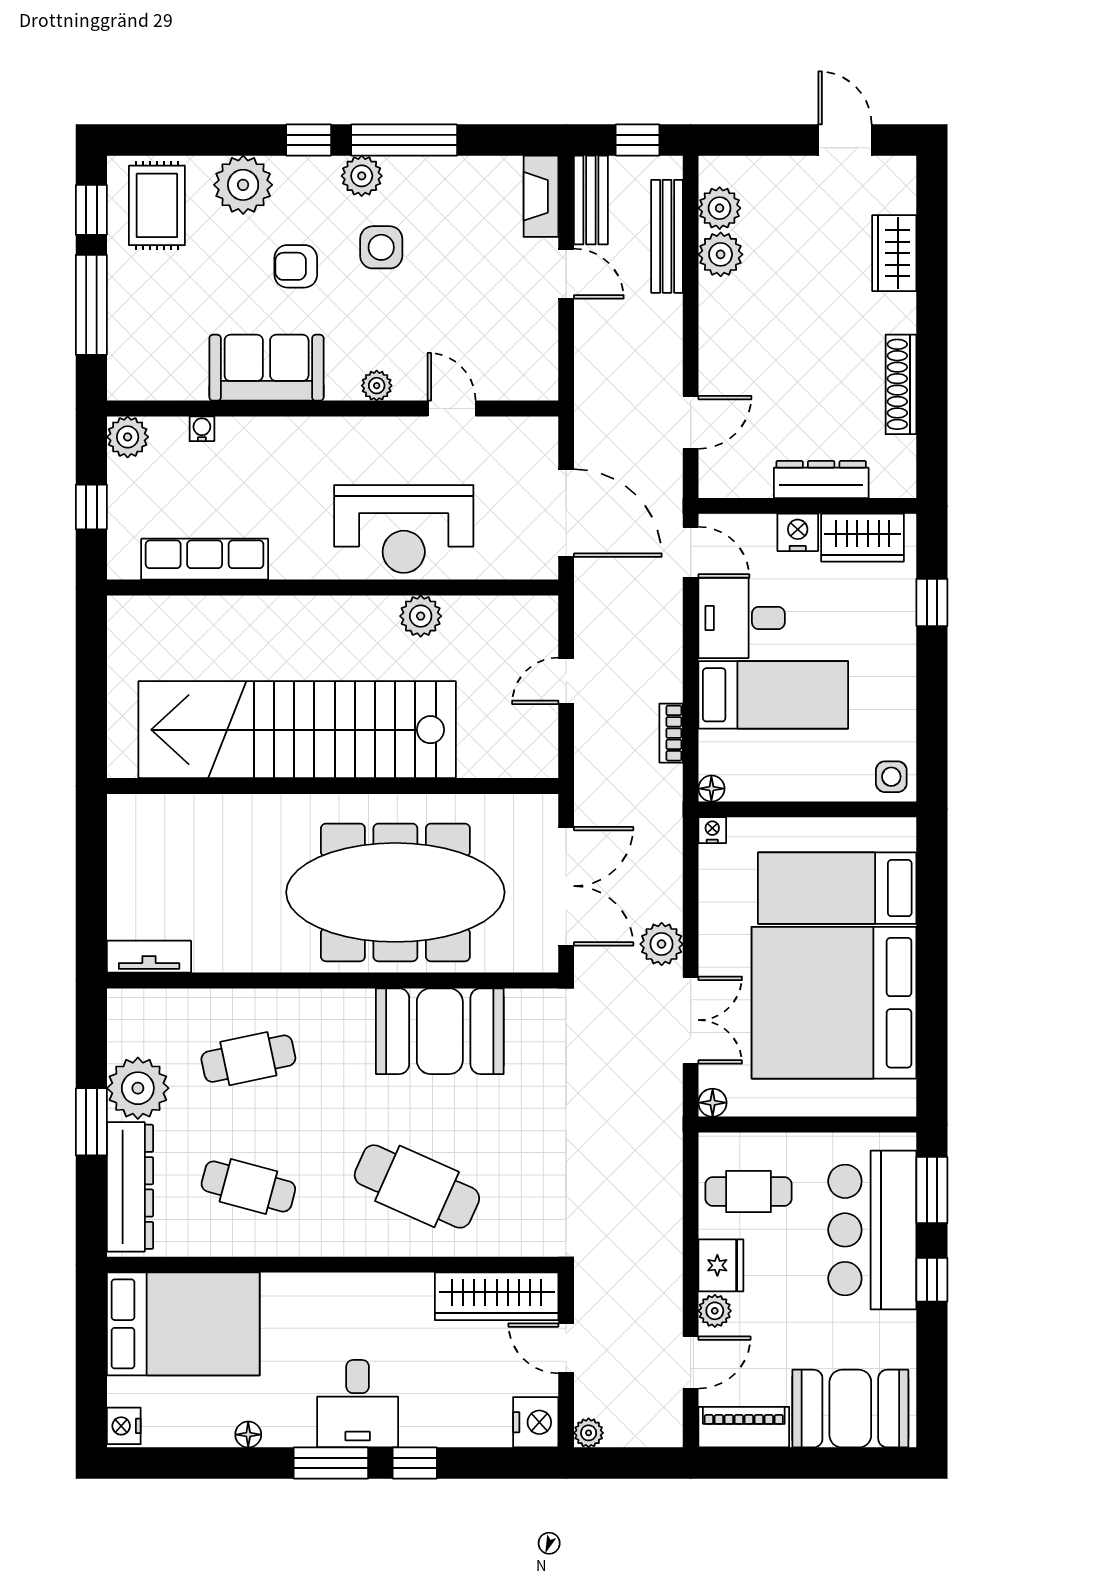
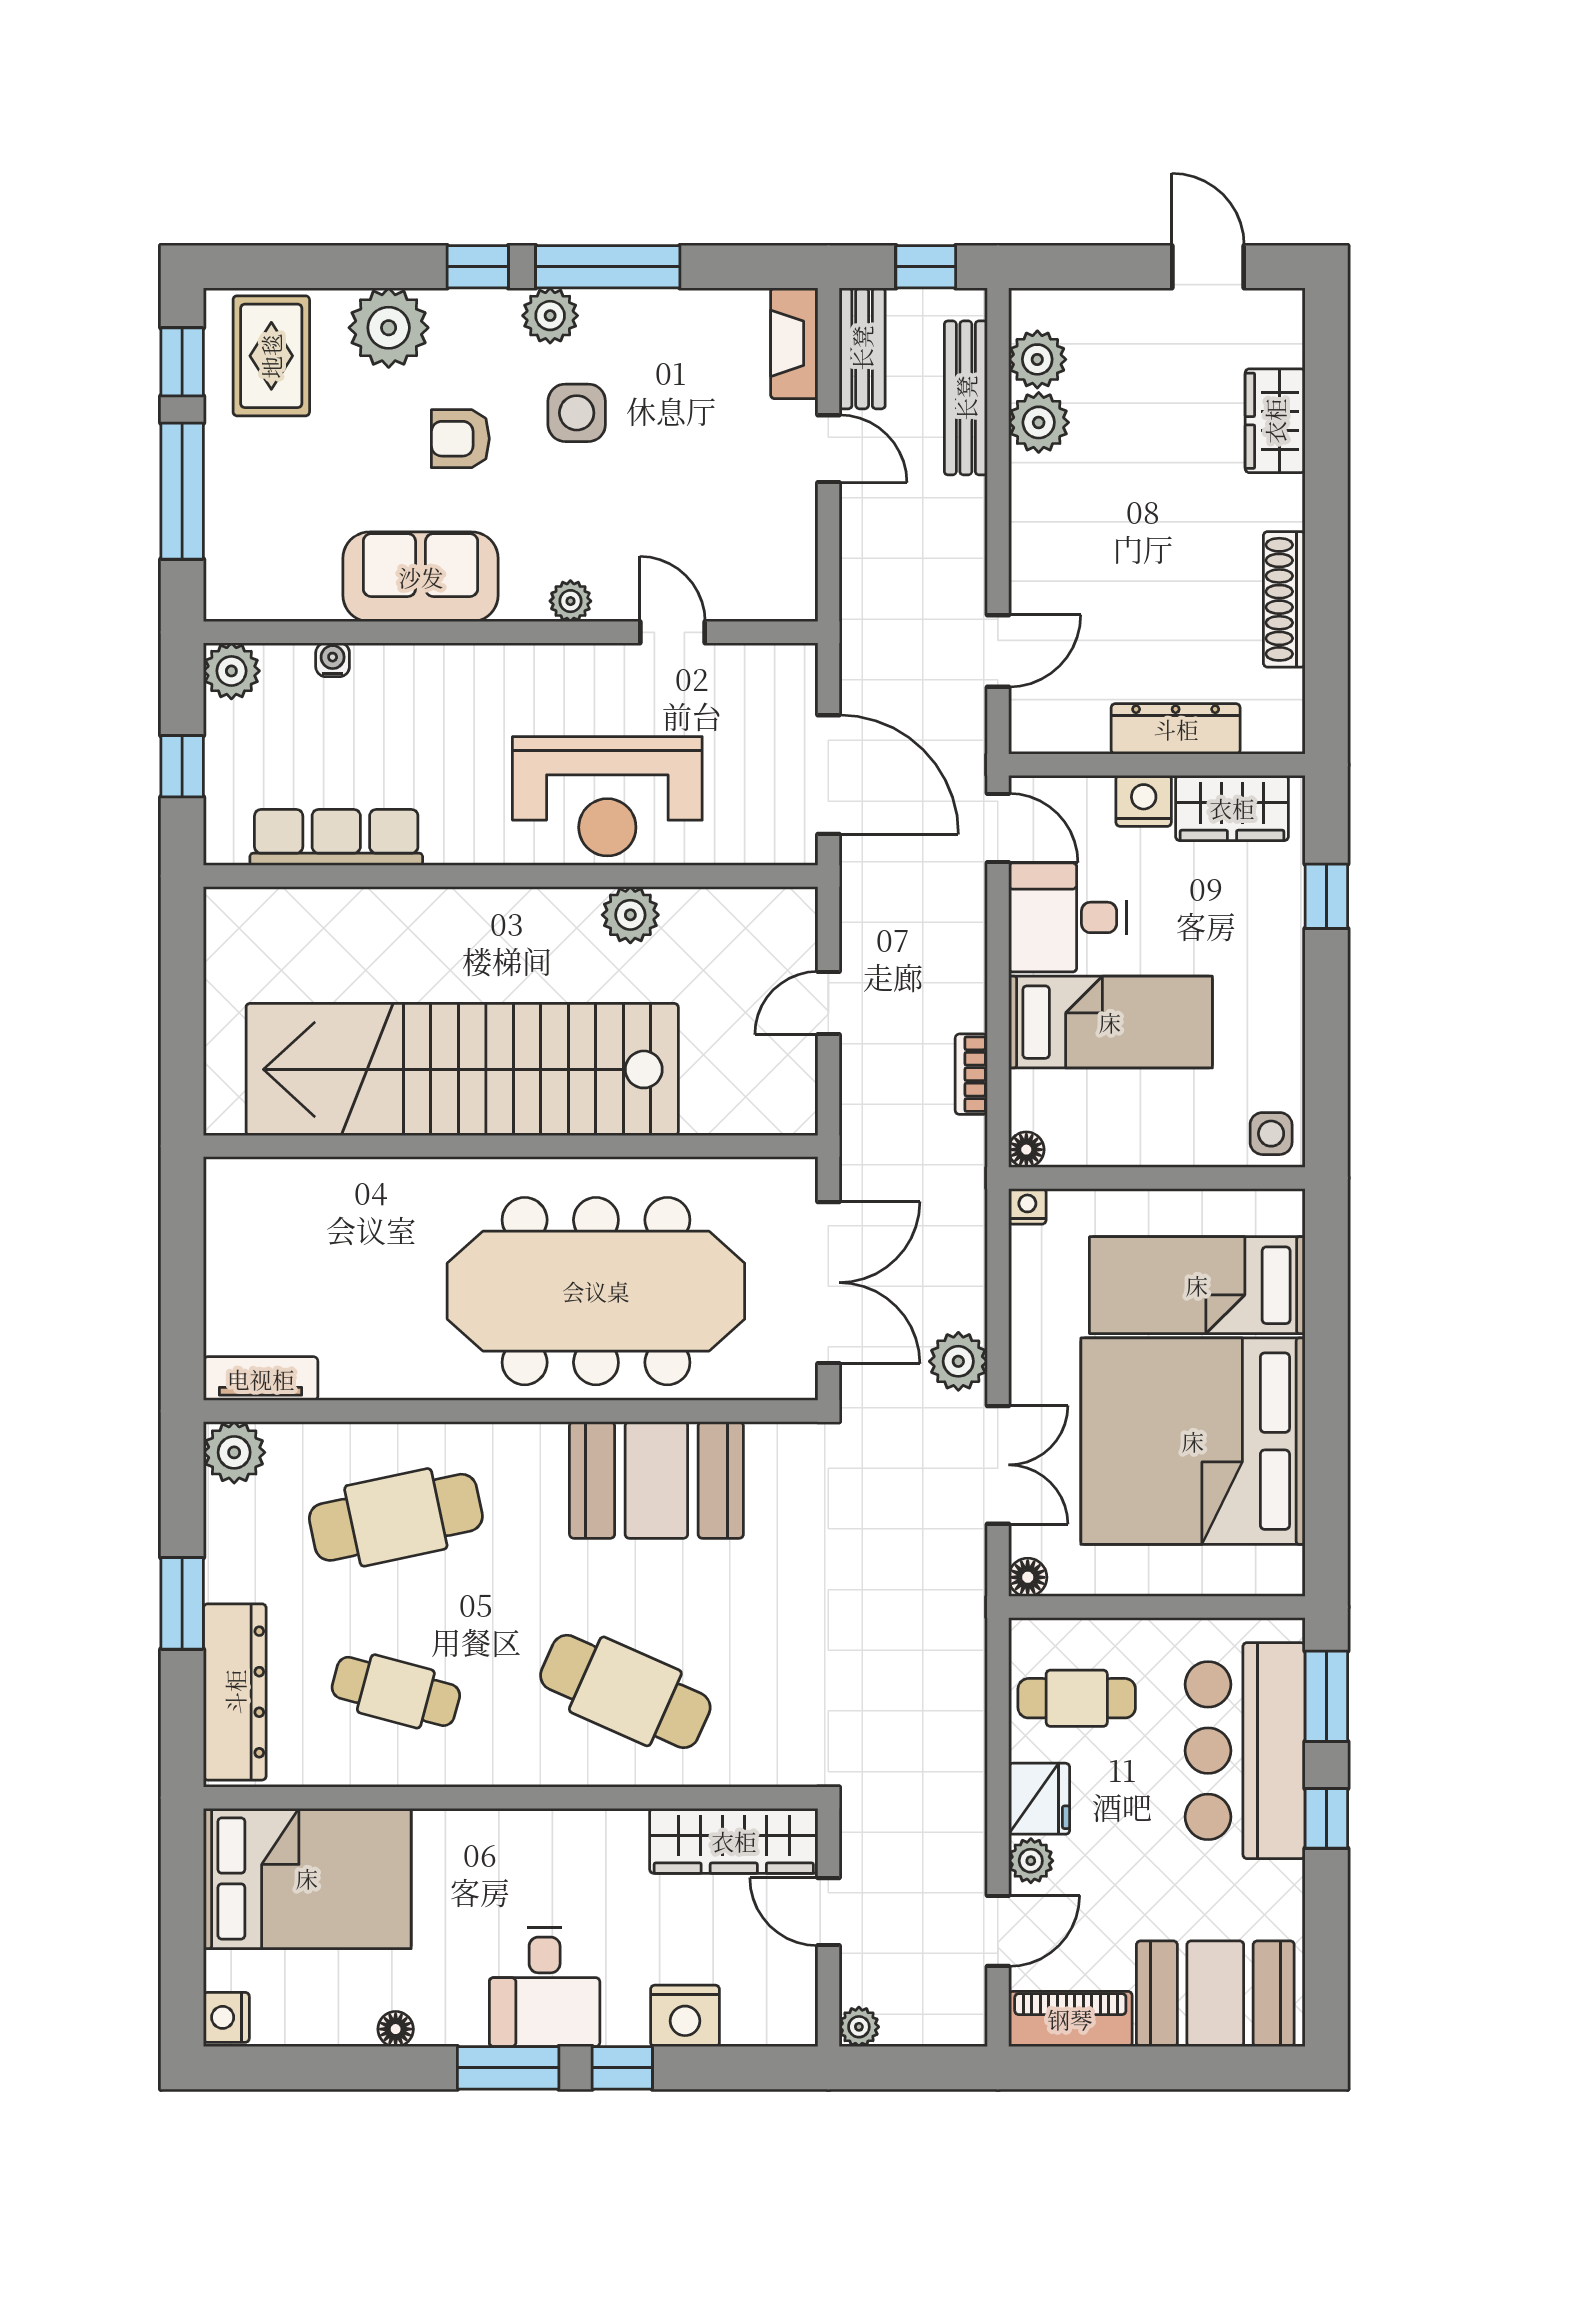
cafe table: (248, 1059) -> (396, 1517), width x1.37, depth x1.35
plant: (138, 1088) -> (234, 1452), moved, width x0.73, depth x0.73
nightstand: (536, 1422) -> (685, 2016), moved, turned 90

